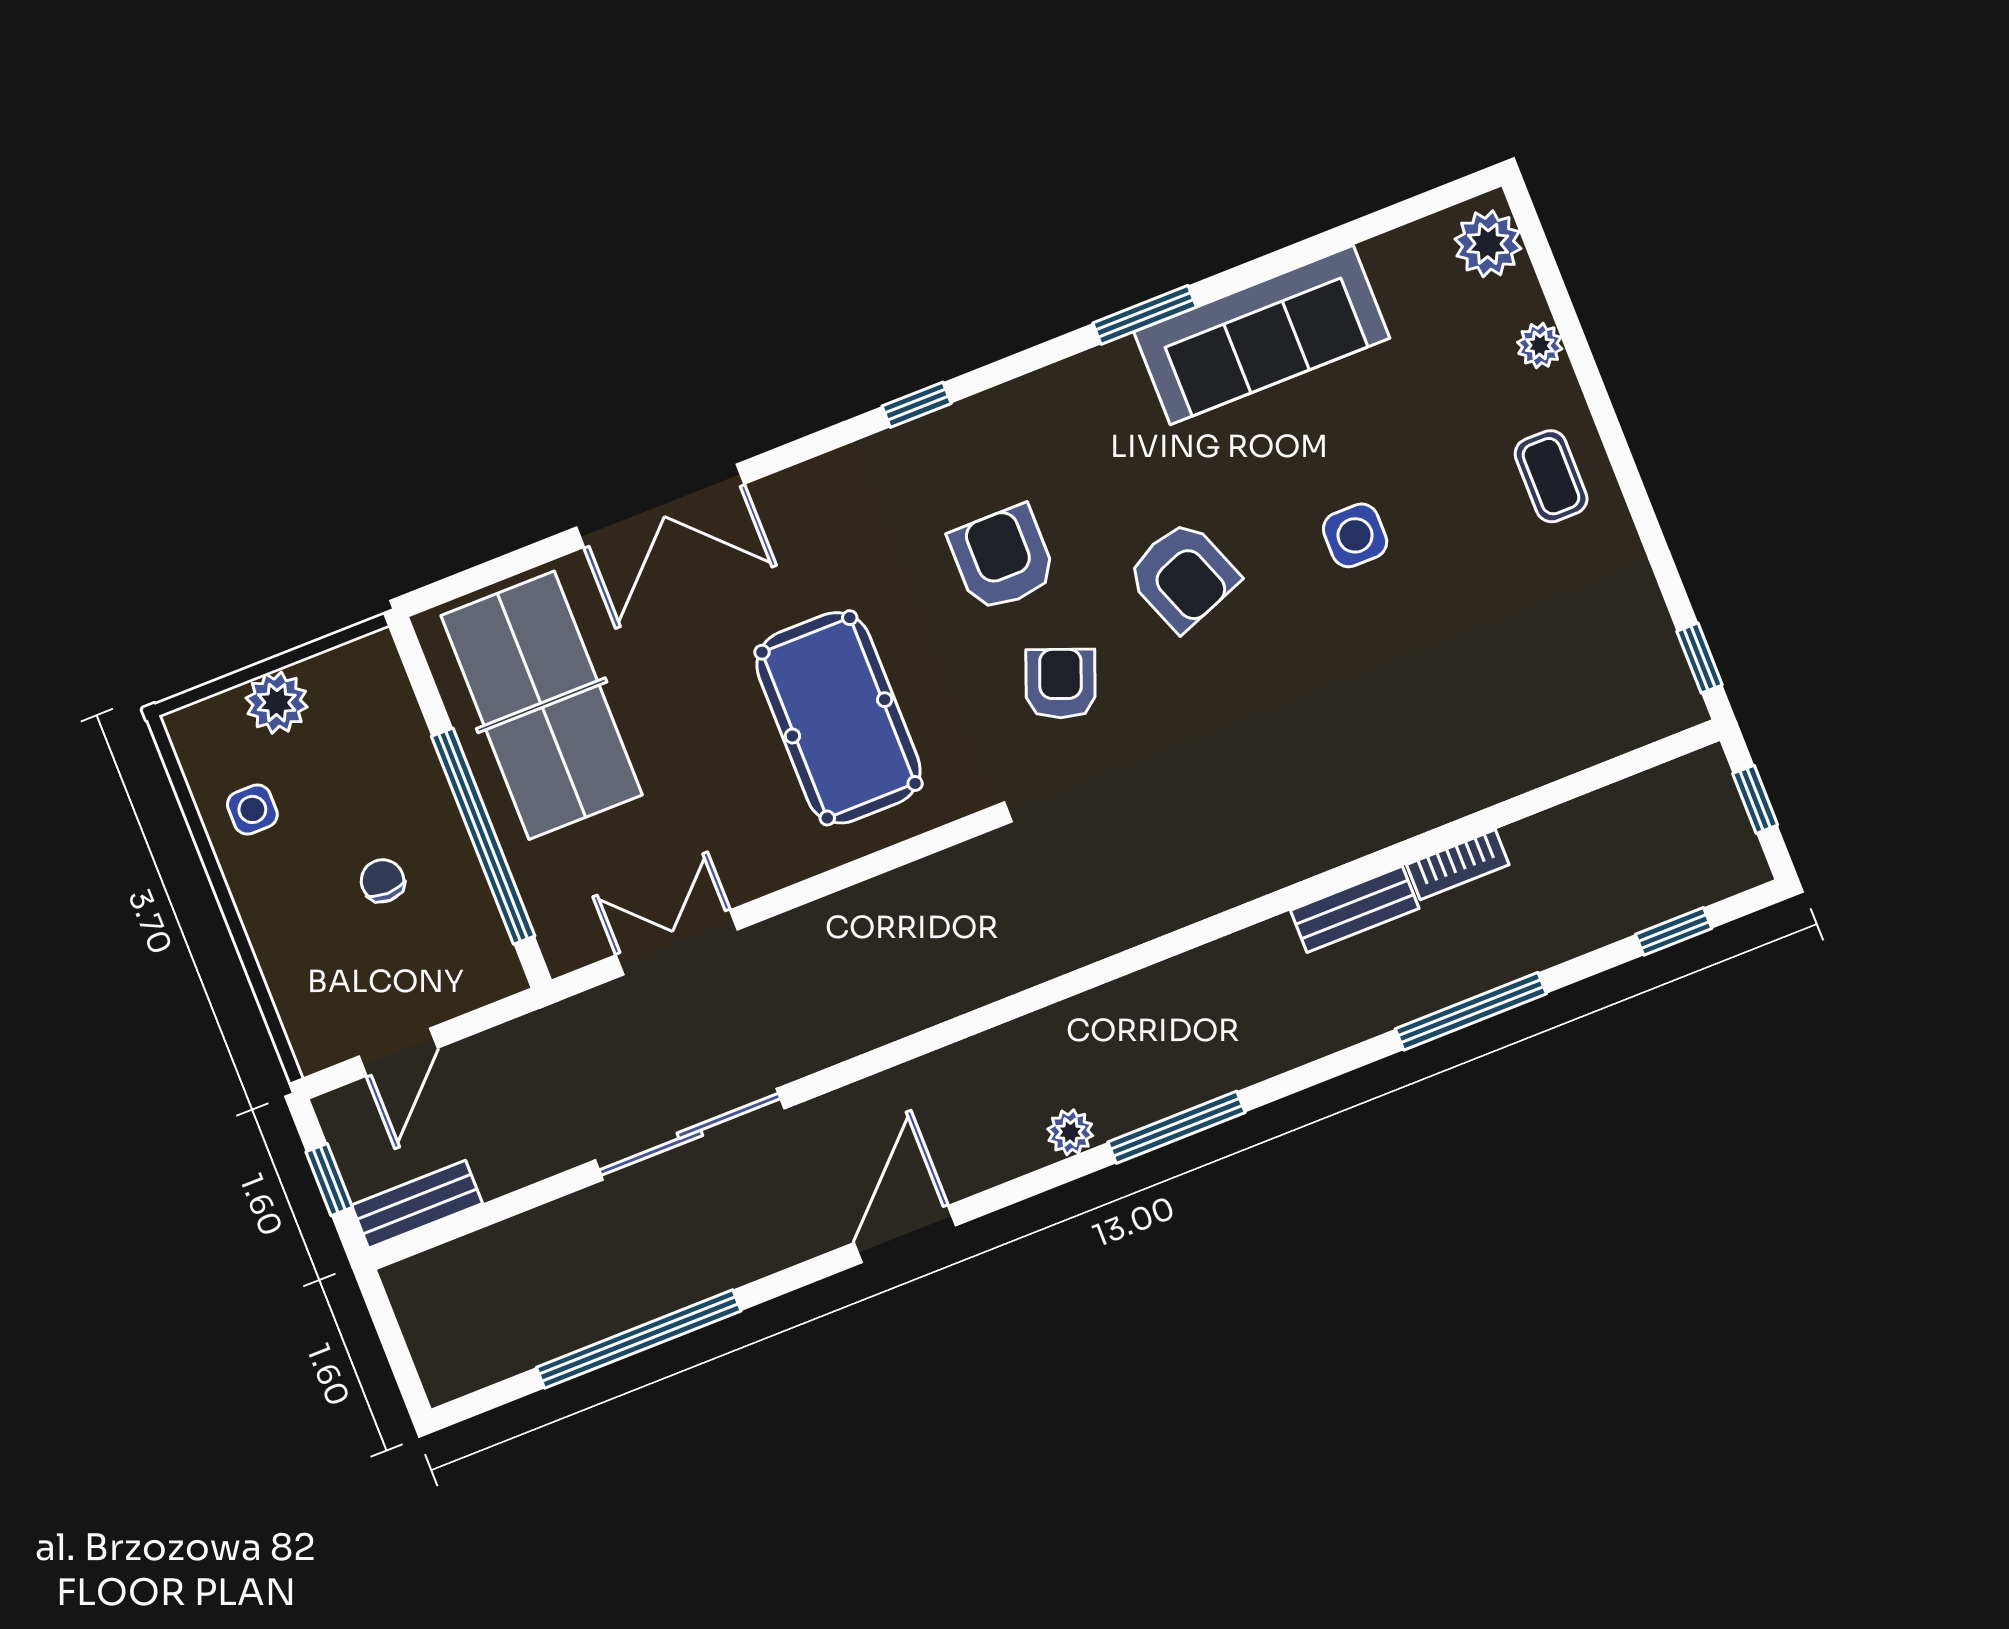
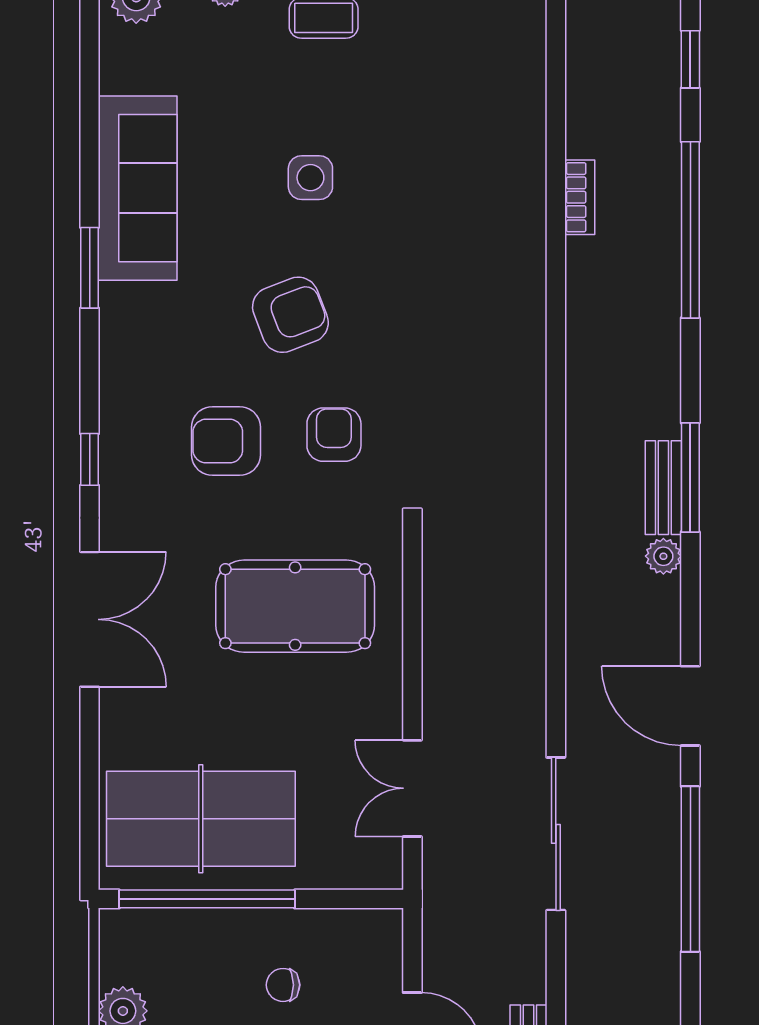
double door: (660, 506) -> (90, 619), moved
armchair: (1061, 684) -> (334, 435), turned 69
window: (483, 836) -> (207, 899), moved
bench: (1355, 909) -> (663, 488), moved
window: (1471, 1011) -> (690, 230), width x1.46
window: (639, 1339) -> (690, 869), moved

